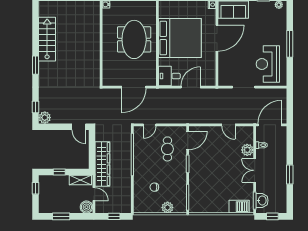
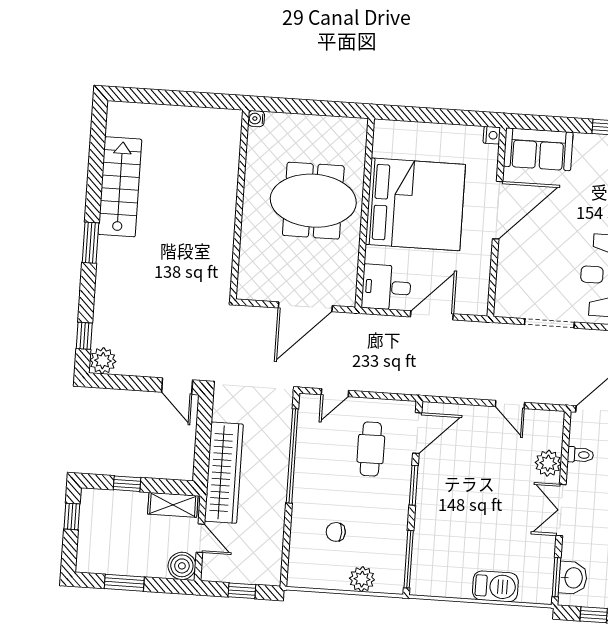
meeting table: (134, 39) -> (313, 201), turned 90
barbecue: (239, 207) -> (495, 586), moved

